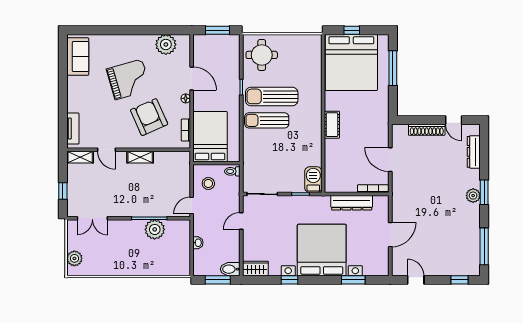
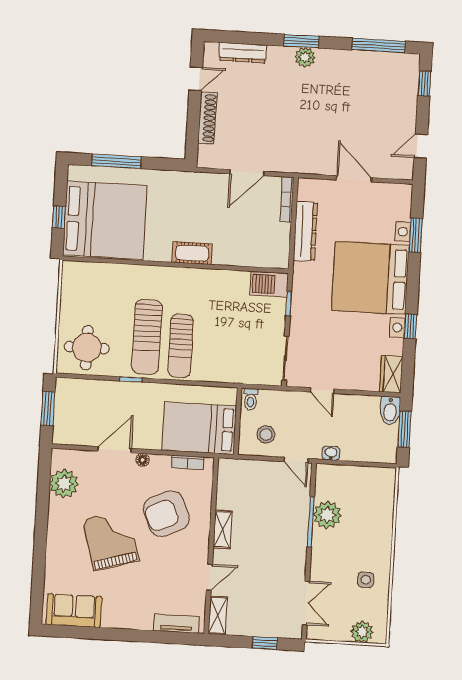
washbasin: (198, 243) -> (331, 453), moved
side table: (111, 259) -> (366, 580), added

